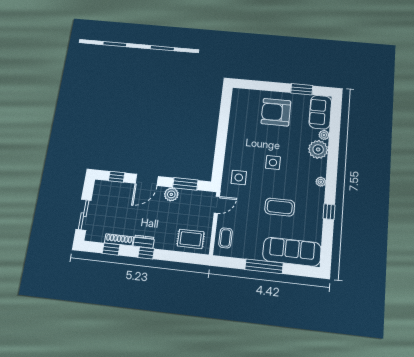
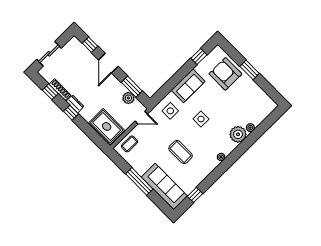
window: (302, 89) -> (250, 70), moved
window: (225, 111) -> (199, 56), added
armchair: (276, 112) -> (225, 74), moved
sofa: (320, 112) -> (188, 86), moved, turned 180
door: (147, 180) -> (108, 63), hinge flipped
plant: (171, 194) -> (128, 98), moved
window: (329, 212) -> (195, 195), moved
rug: (191, 239) -> (107, 126), width x1.36, depth x1.43

